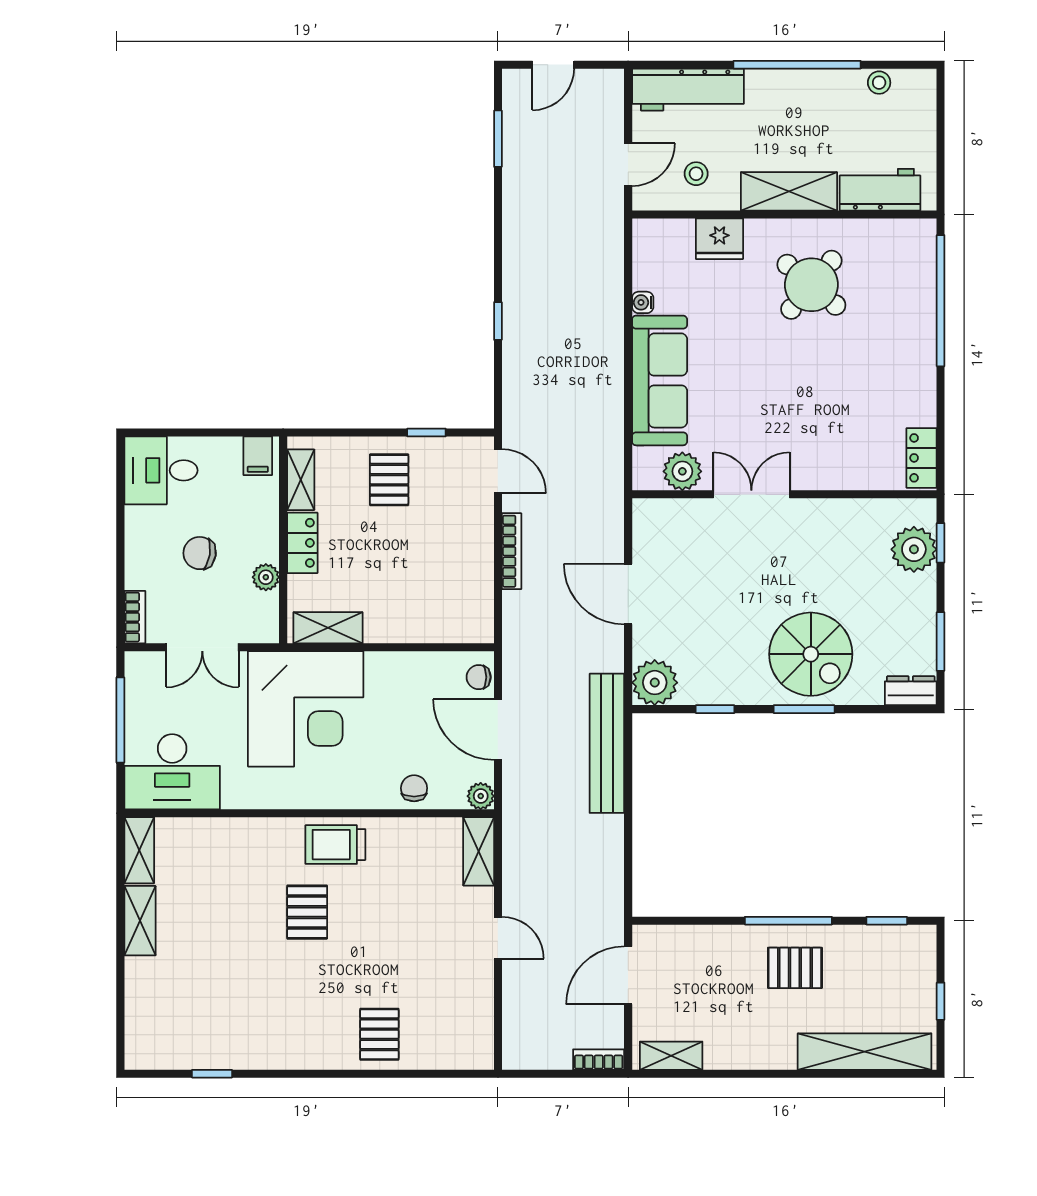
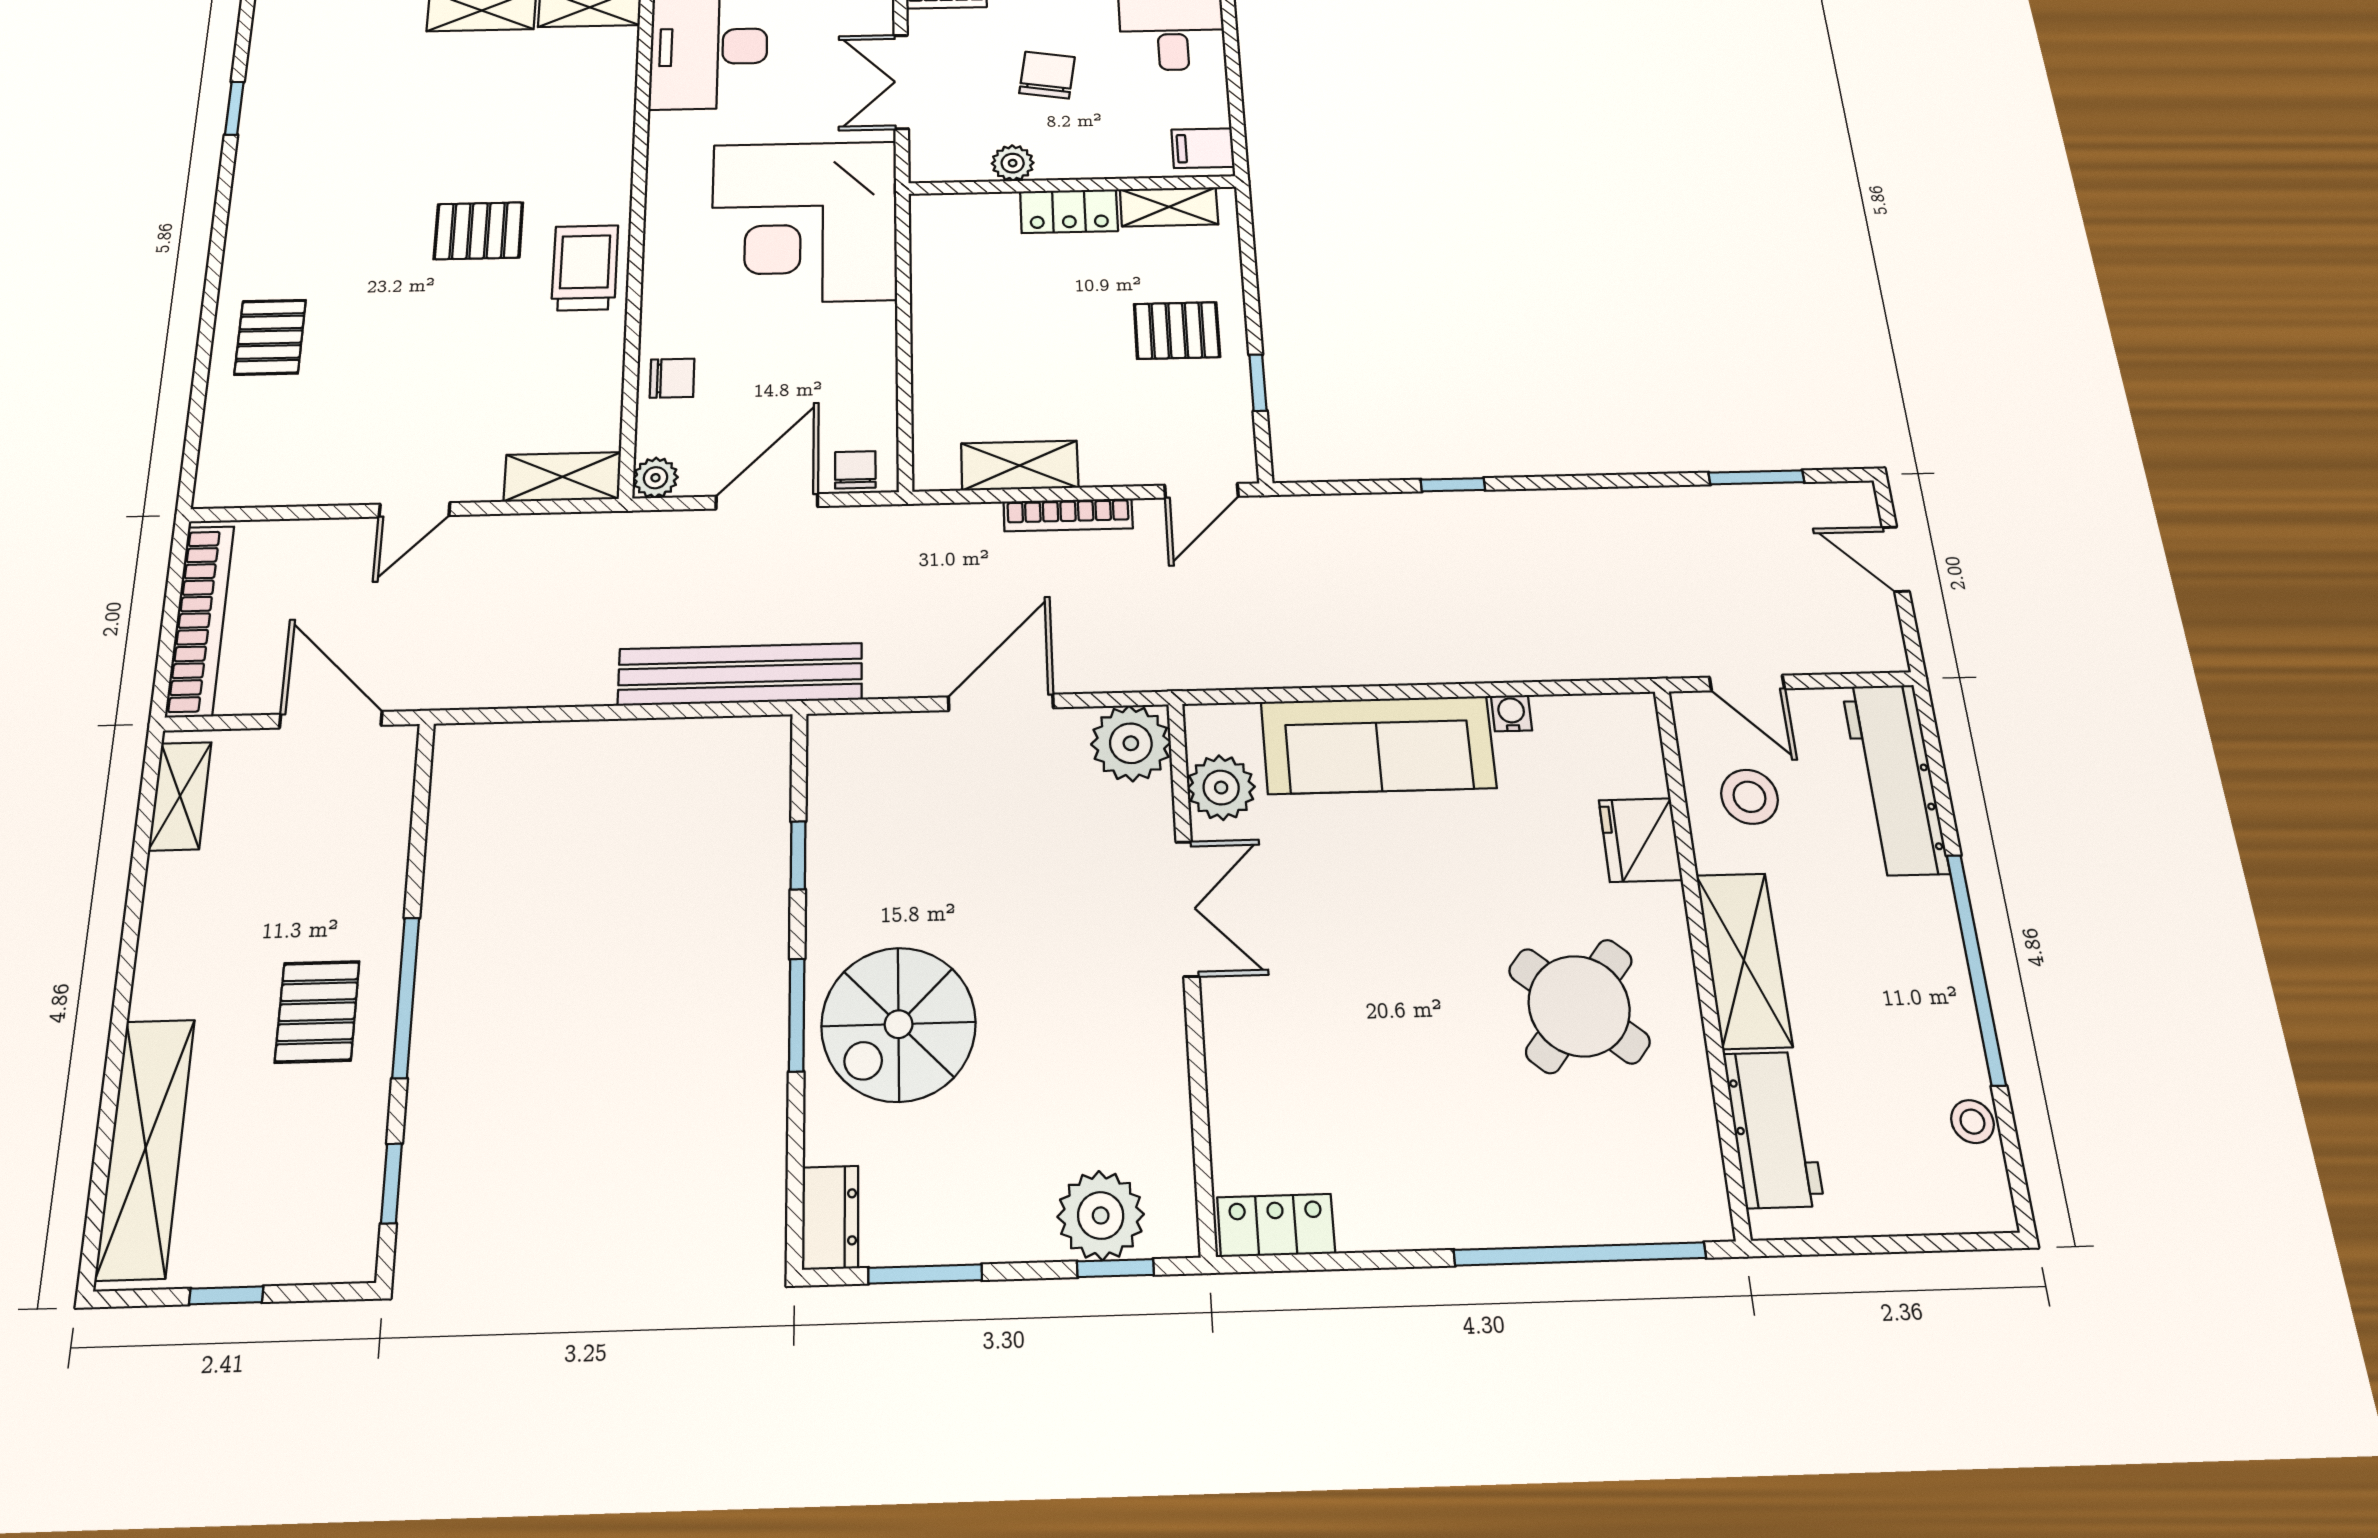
stool: (696, 174) -> (1749, 797), width x1.37, depth x1.37
shelving: (328, 628) -> (1020, 466), moved, turned 90
plant: (655, 683) -> (1131, 743), moved
pallet: (379, 1034) -> (270, 337), turned 90
bookcase: (599, 1060) -> (200, 620), width x2.31, depth x1.31

